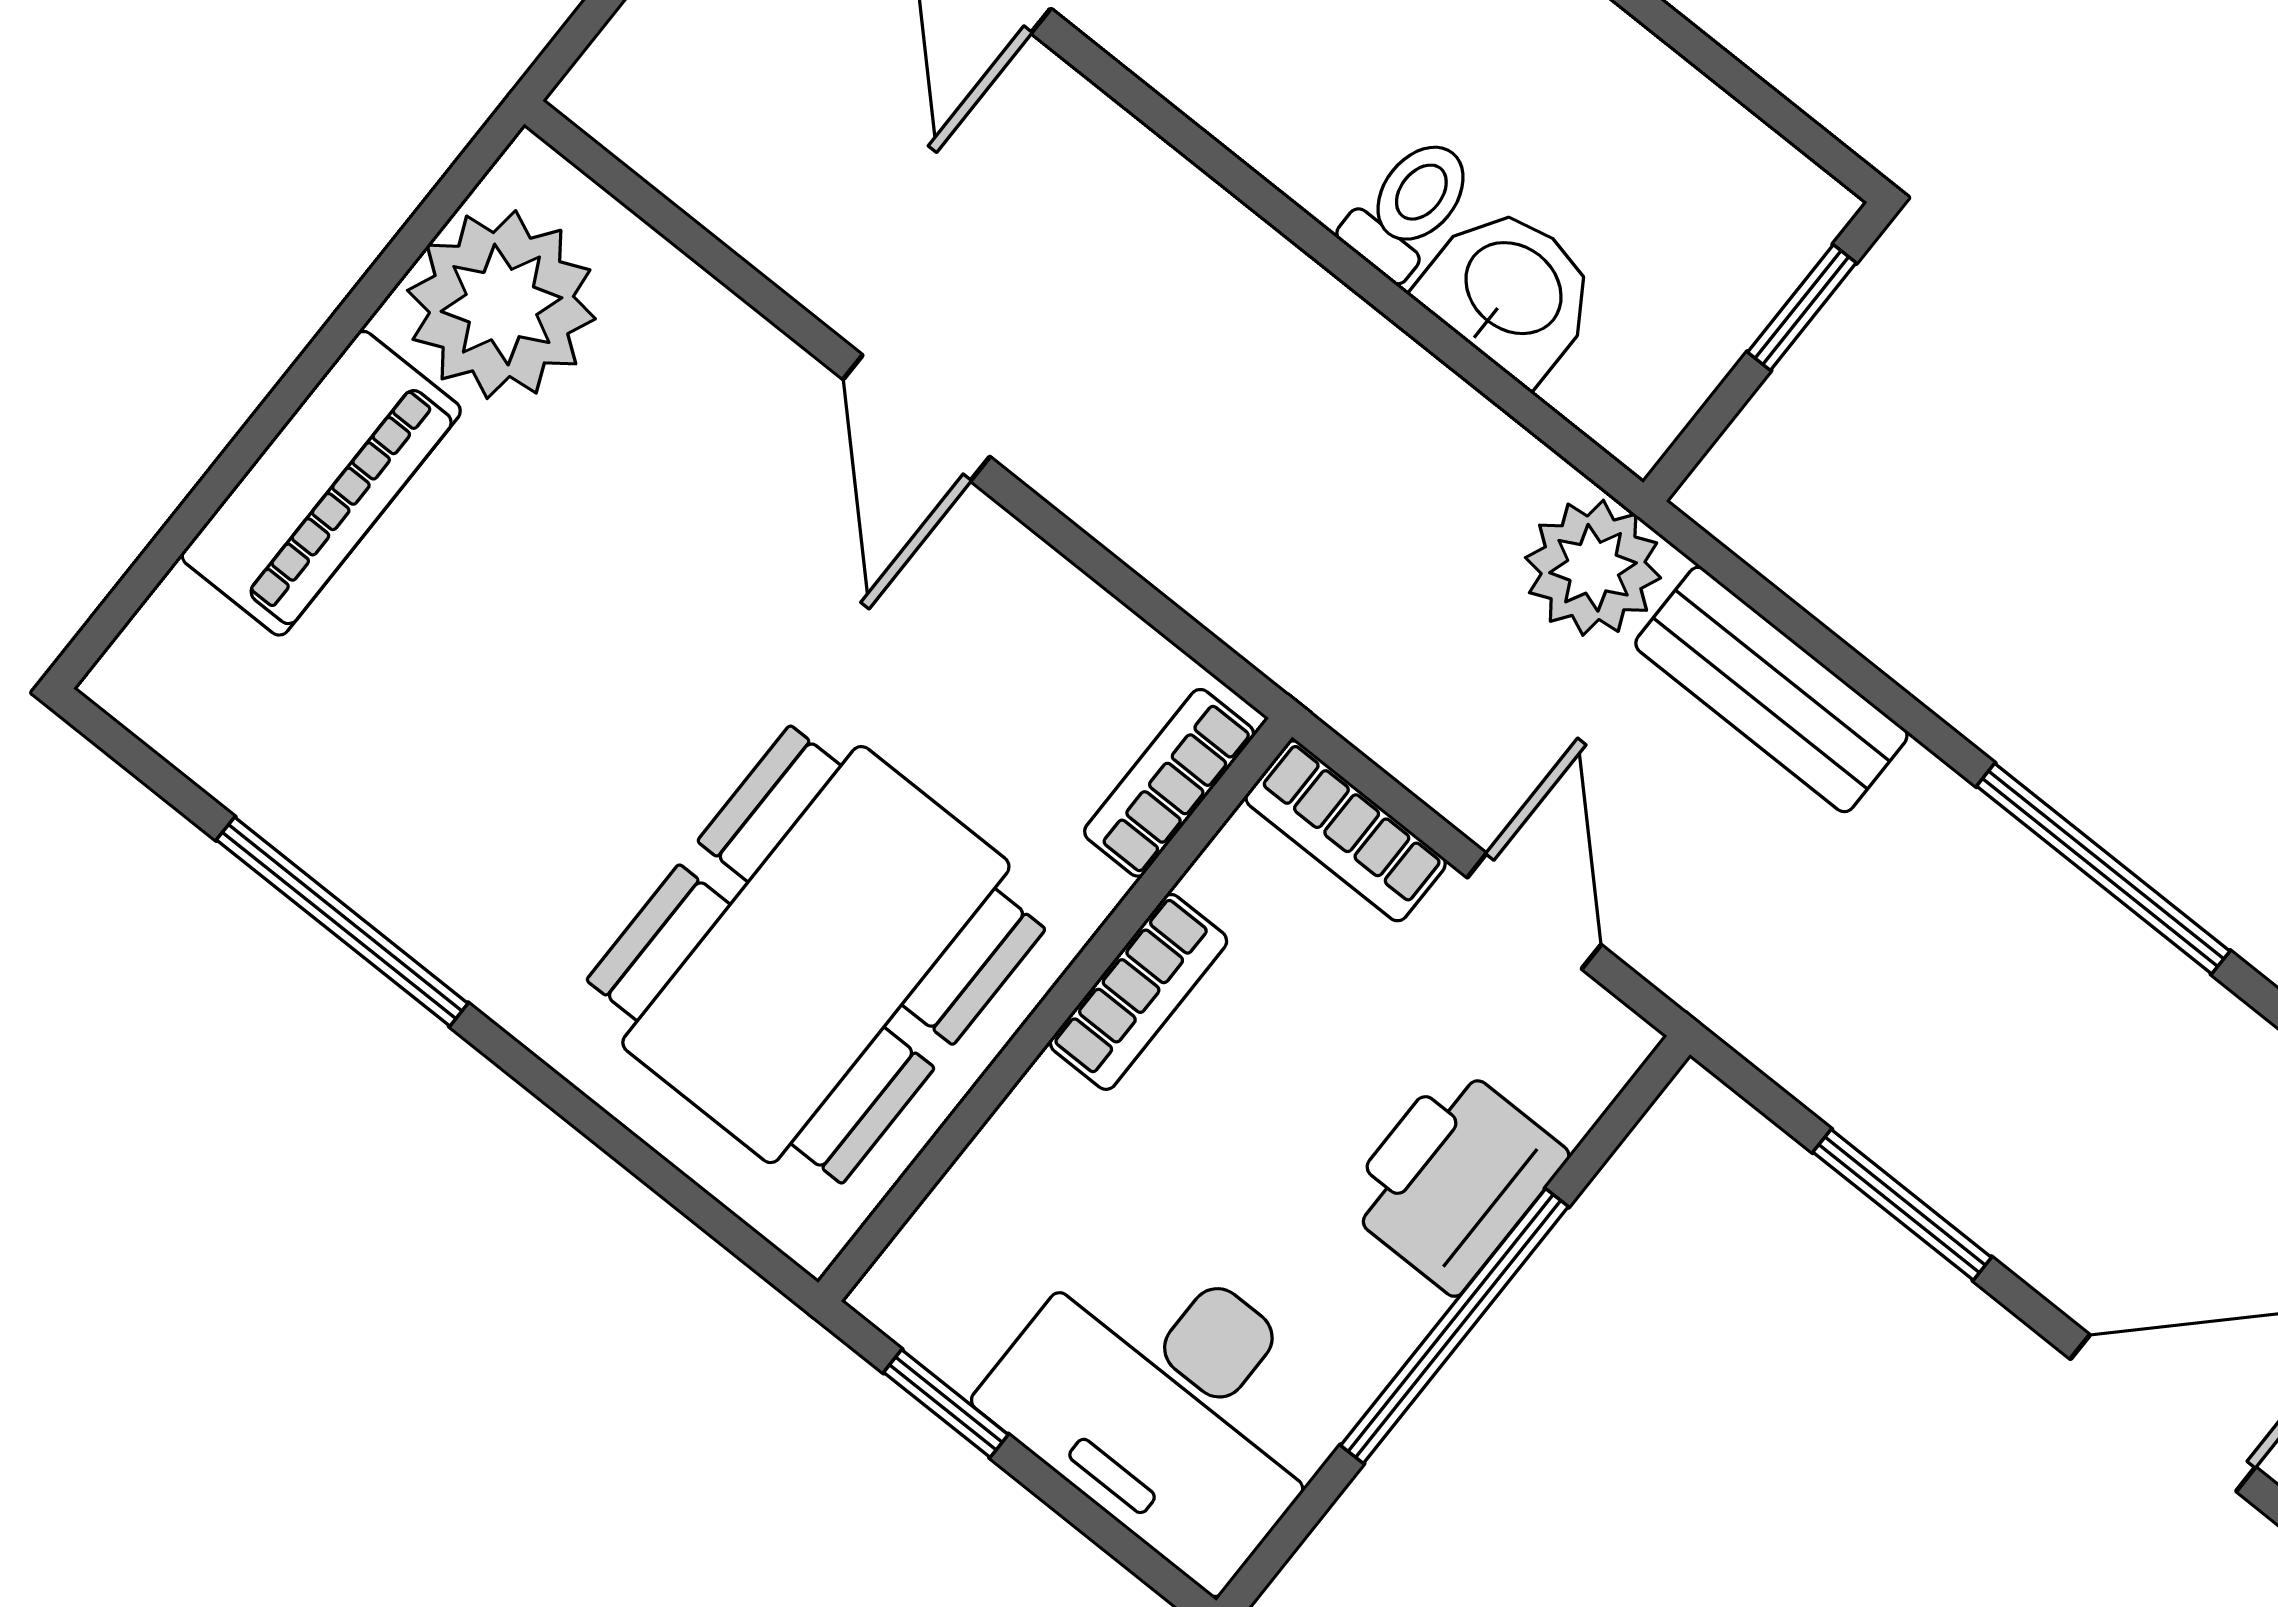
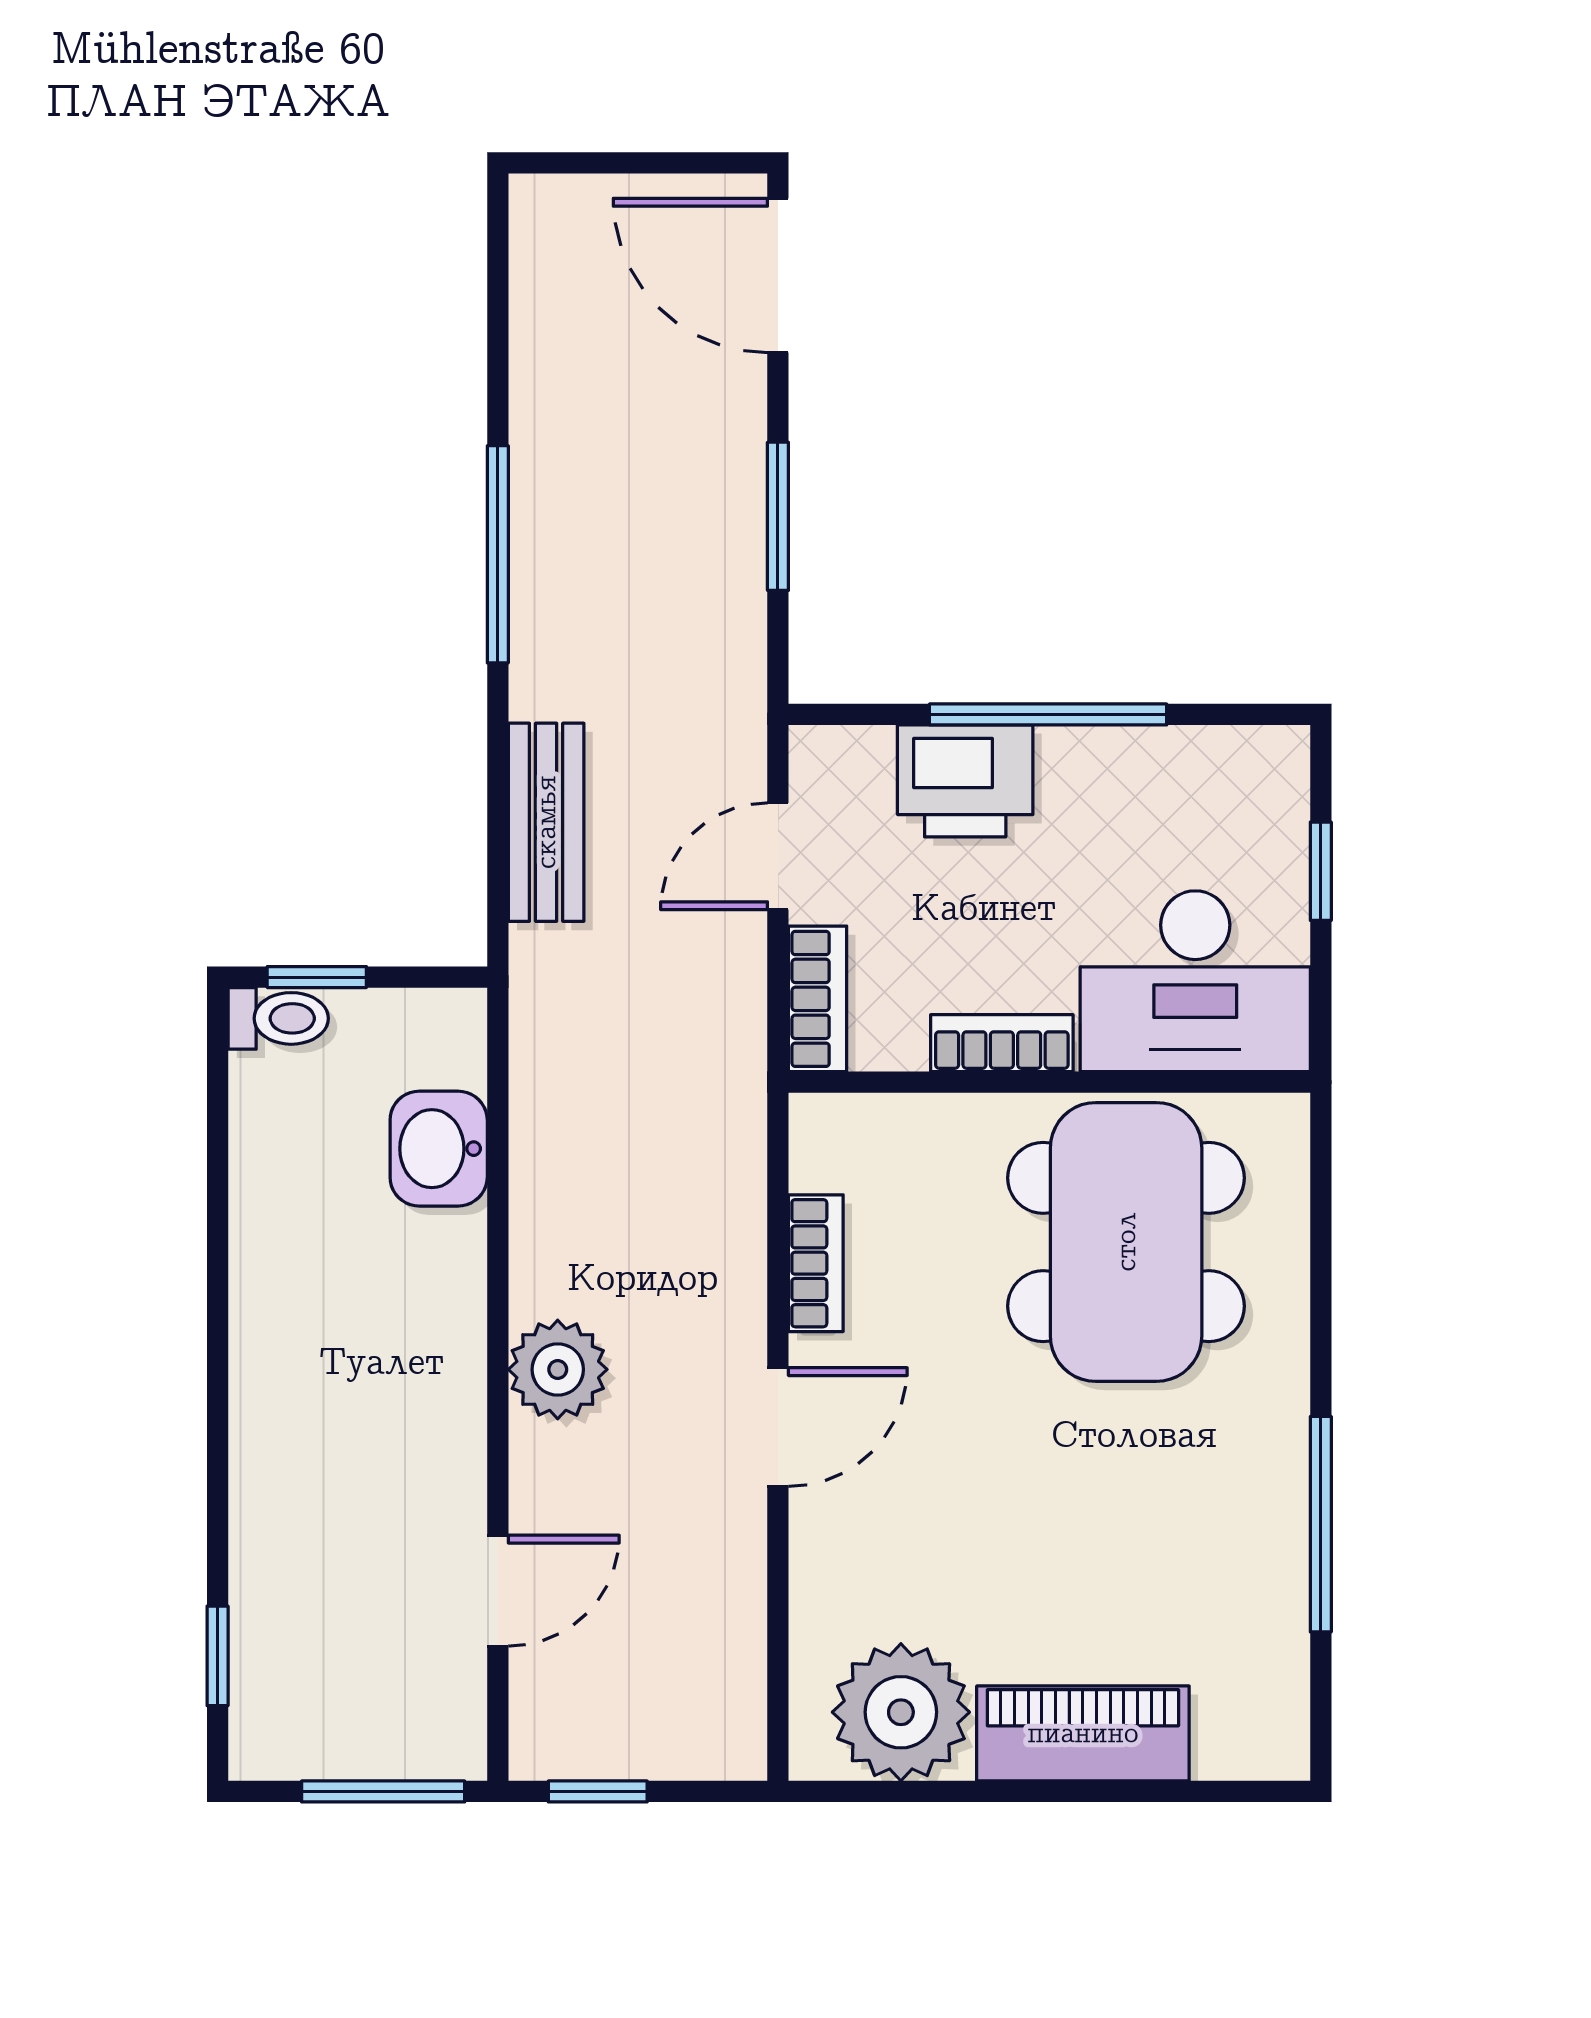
toilet: (1409, 207) -> (278, 1018), moved, turned 180
plant: (1593, 568) -> (558, 1369), moved
bookcase: (1169, 783) -> (816, 1263), moved, turned -90
dining table: (816, 955) -> (1126, 1242), turned 90
desk: (1170, 1403) -> (1195, 981), moved, turned 90
window: (946, 1404) -> (1321, 871), moved

